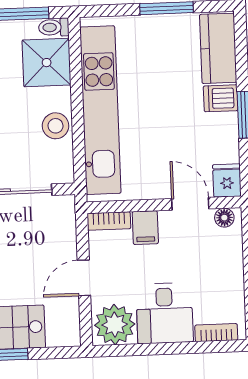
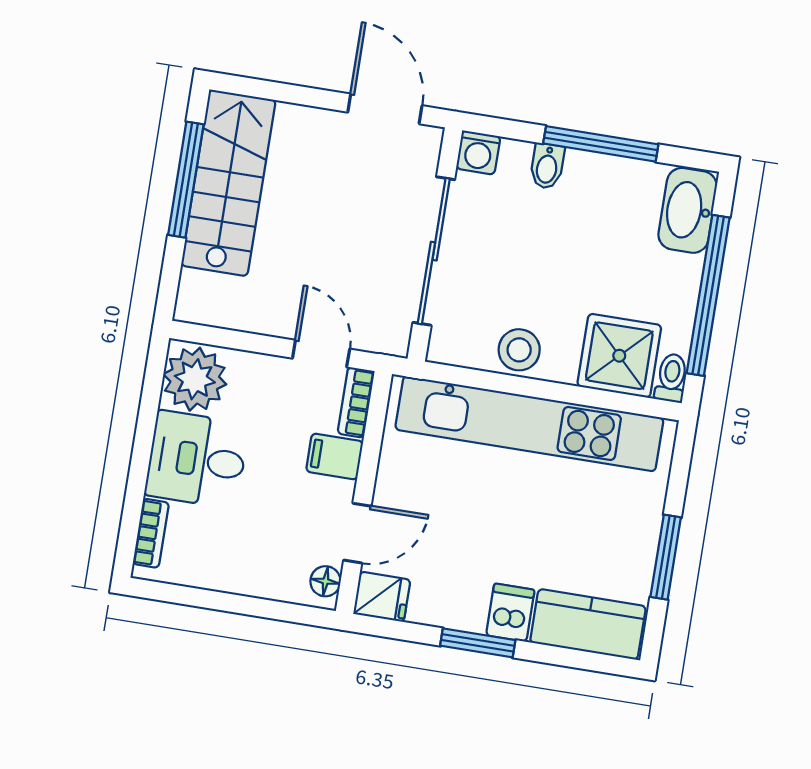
door: (84, 278) -> (321, 354), moved

